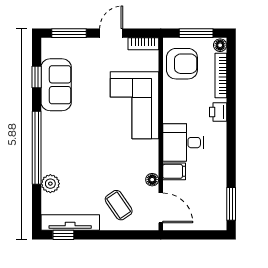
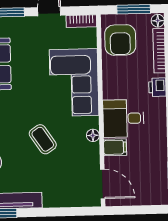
armchair: (182, 64) -> (120, 40), turned 90
floor lamp: (152, 180) -> (93, 135), moved
coffee table: (119, 205) -> (43, 139), moved

